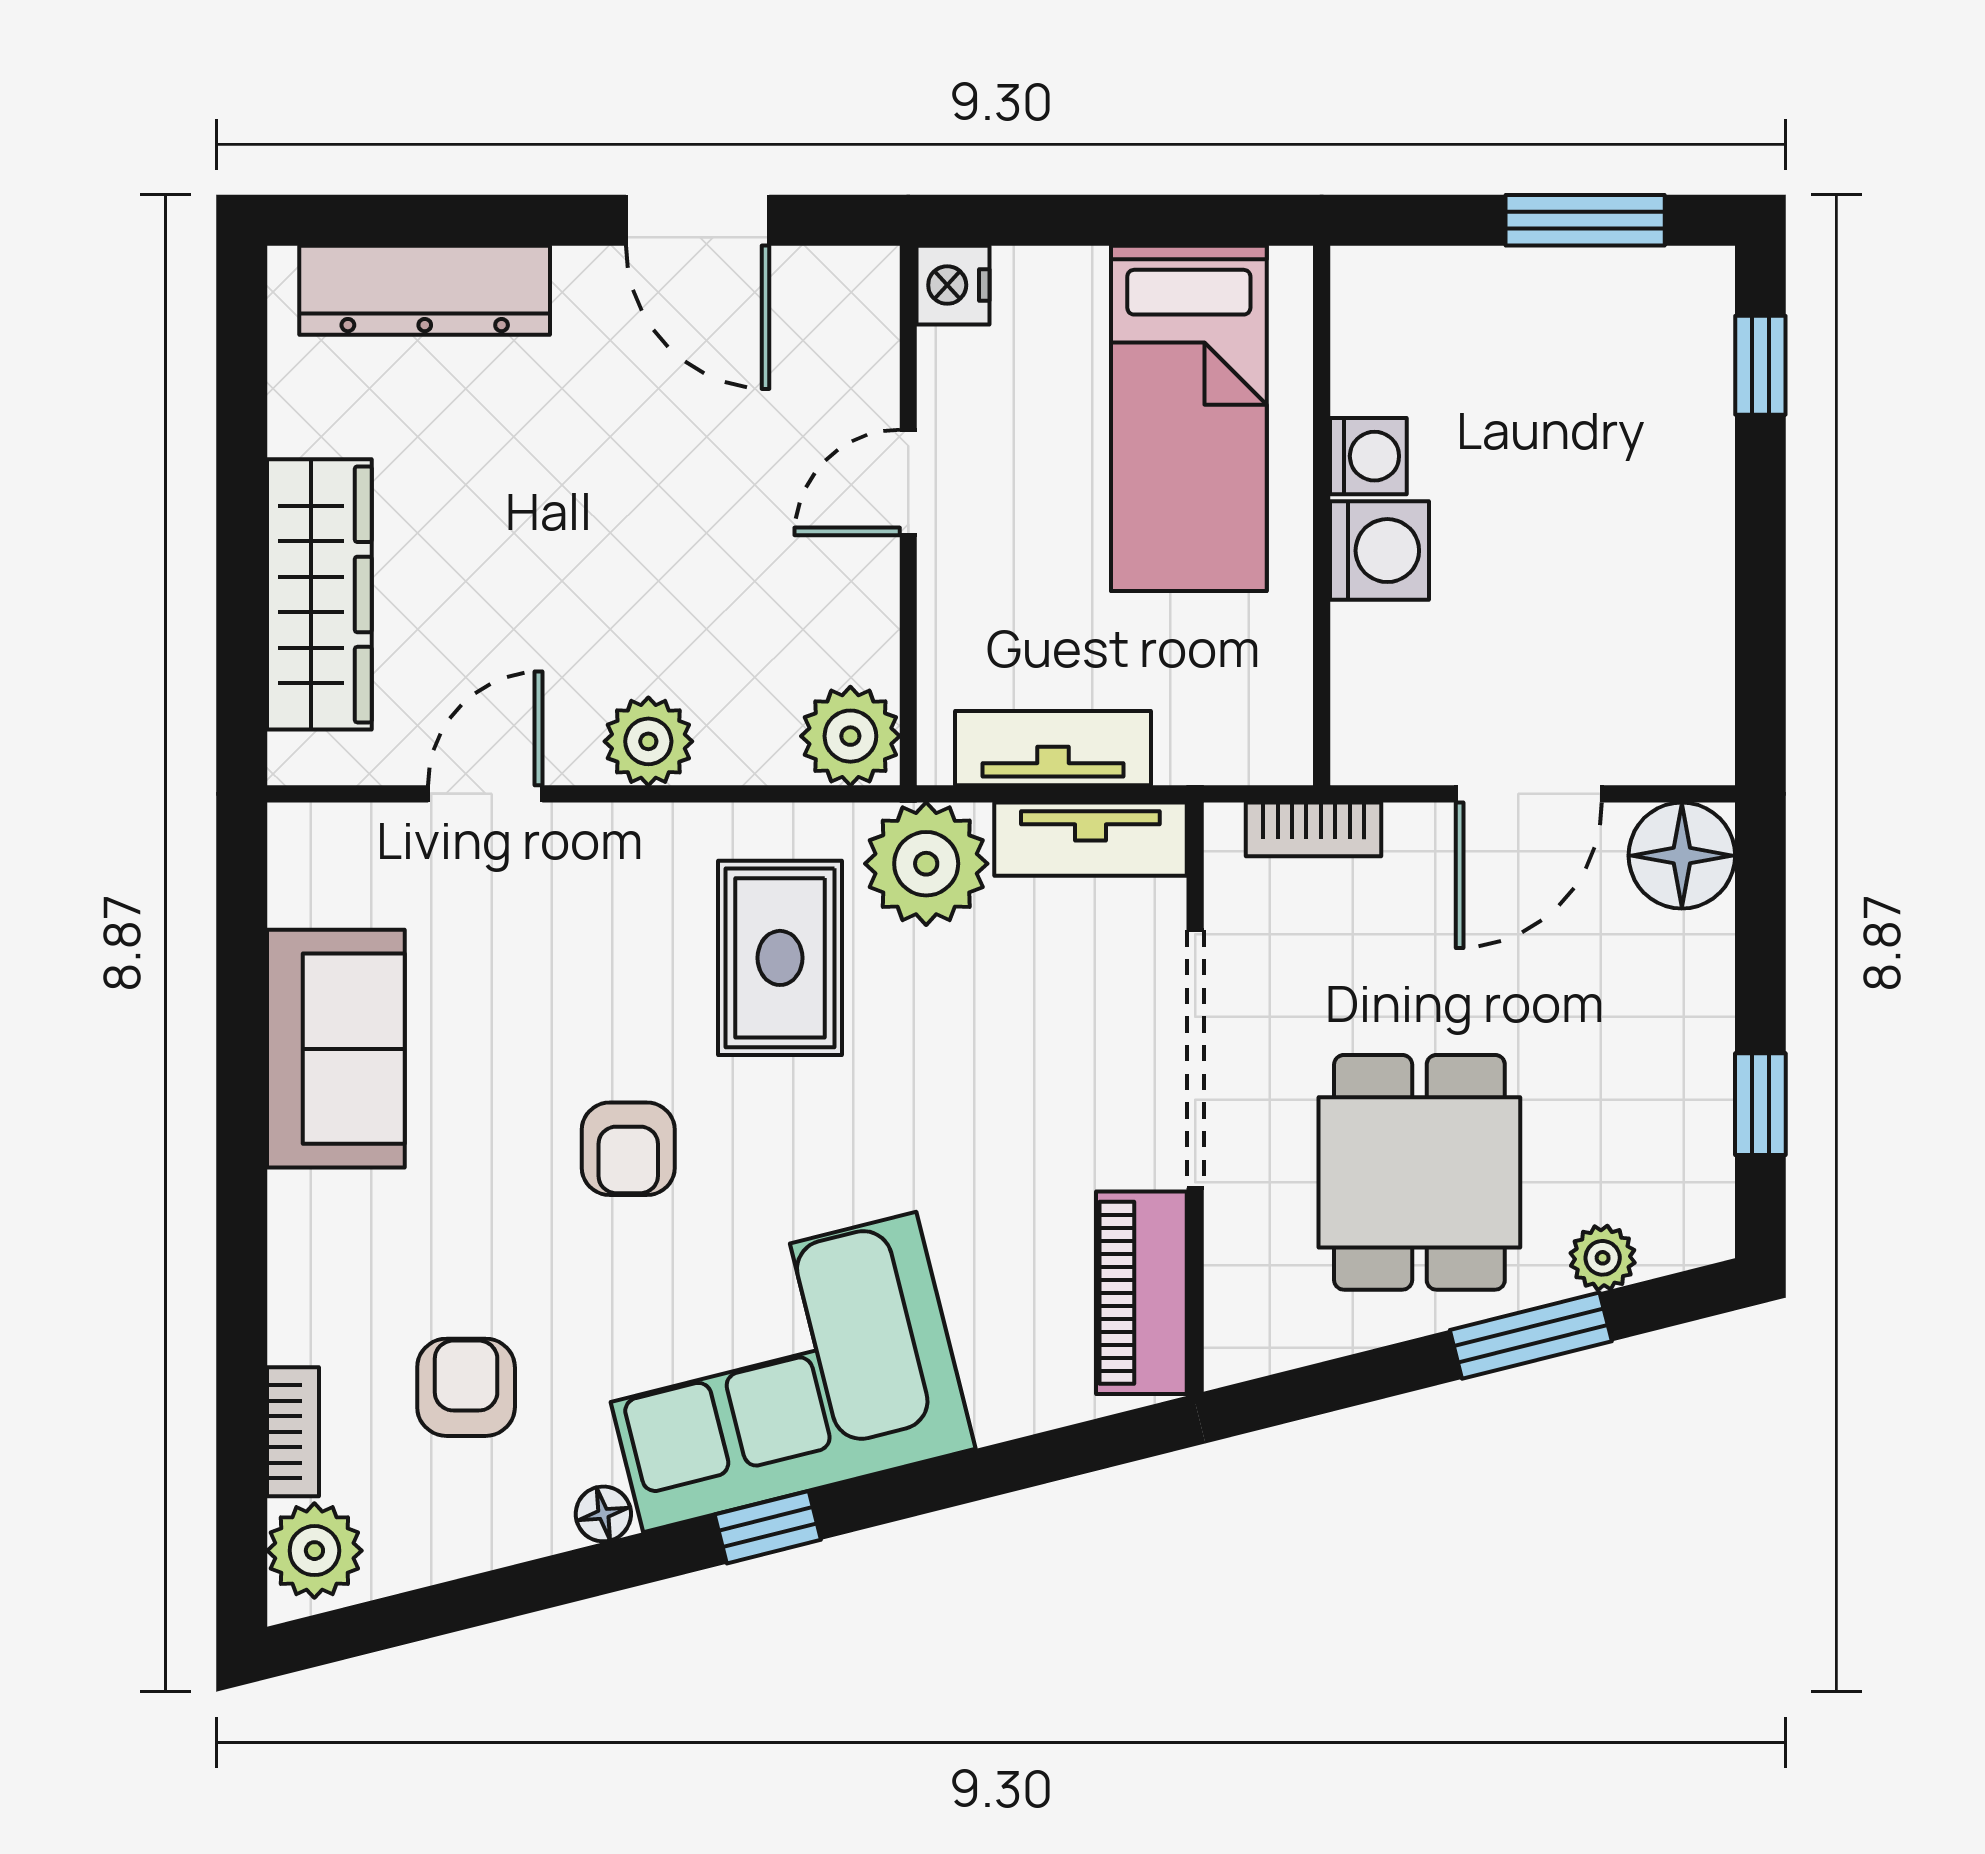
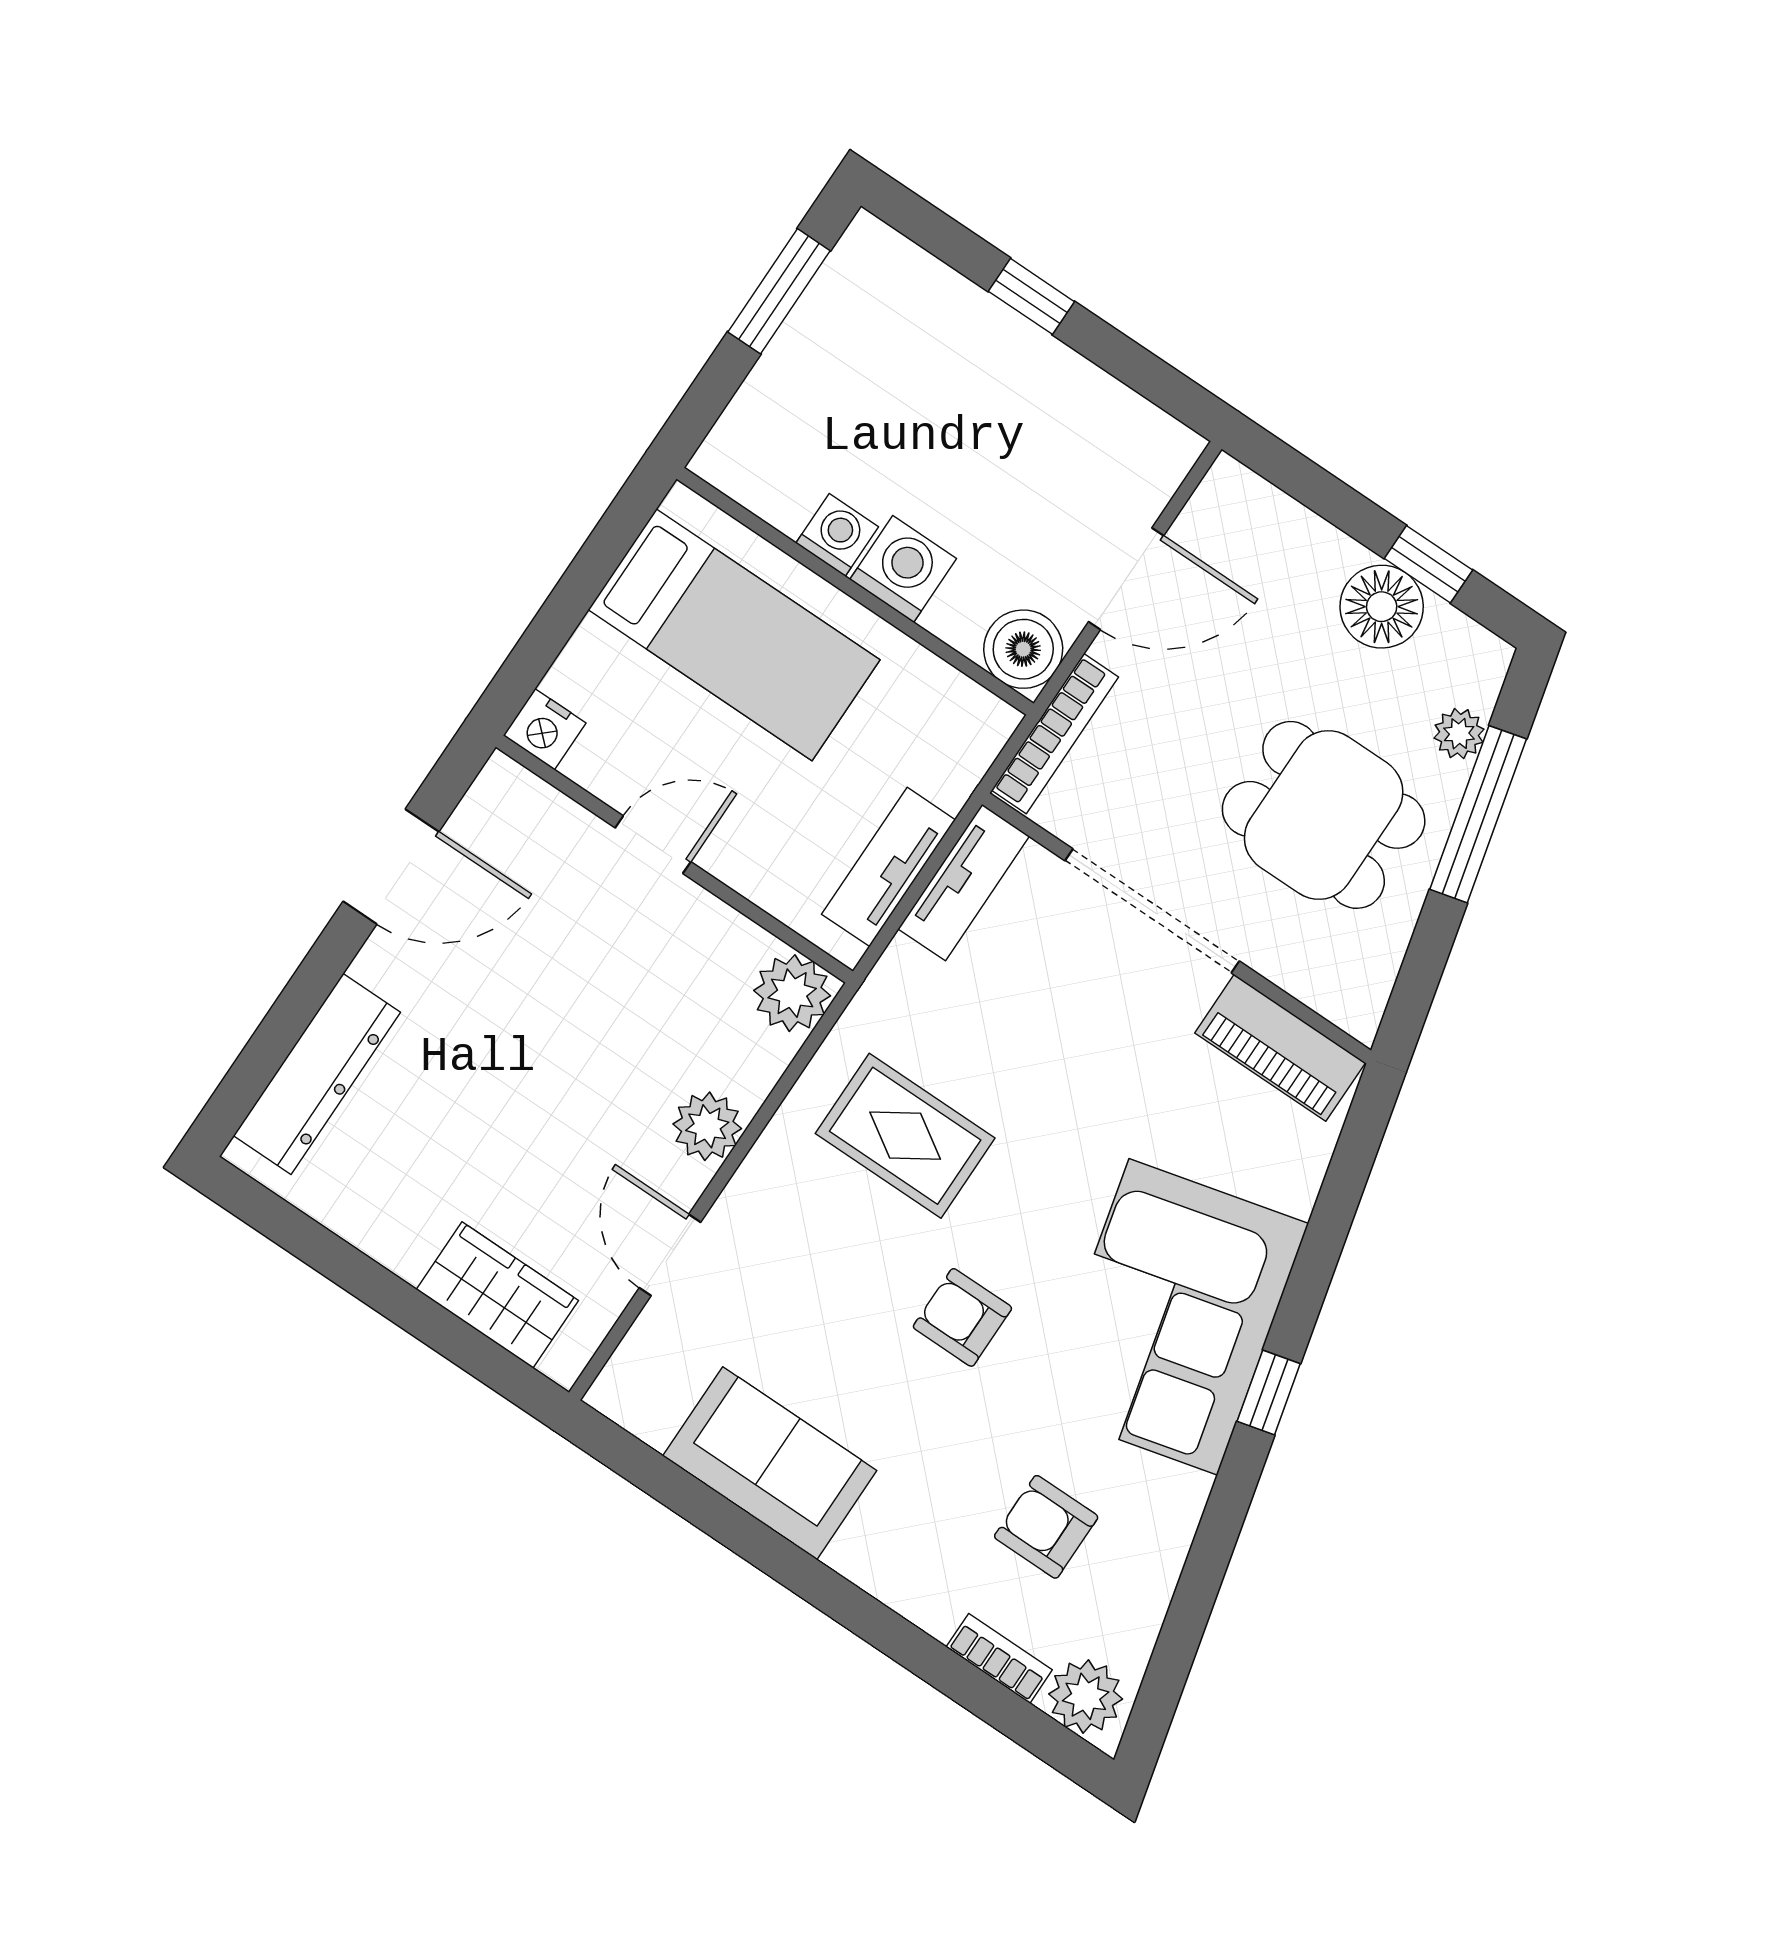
window: (1760, 365) -> (1031, 296), moved
door: (908, 482) -> (653, 845), swing flipped
wardrobe: (319, 594) -> (497, 1295), width x0.67
boiler: (1380, 735) -> (1023, 649), added
door: (1529, 794) -> (1126, 579), hinge flipped
bookcase: (1314, 829) -> (1055, 734), width x1.56
floor lamp: (1682, 856) -> (1382, 607), moved
plant: (926, 864) -> (908, 1000), removed
armchair: (628, 1149) -> (962, 1317), turned 180
window: (1531, 1336) -> (1478, 814), width x1.44
floor lamp: (603, 1514) -> (1188, 1493), removed

